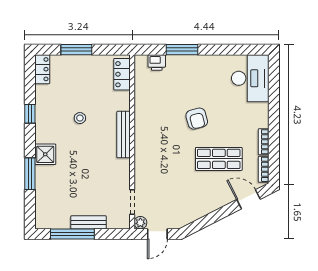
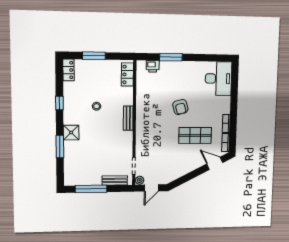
bench: (124, 135) -> (128, 118), width x0.73
bench: (88, 222) -> (115, 180), moved

